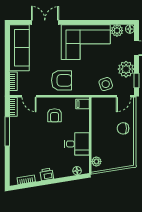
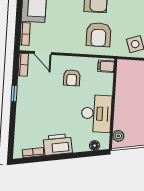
armchair: (62, 80) -> (99, 35), moved, turned 90
window: (7, 131) -> (14, 93), width x0.46
desk: (77, 144) -> (96, 114), width x1.37
printer: (47, 174) -> (58, 144), width x1.87, depth x1.48

